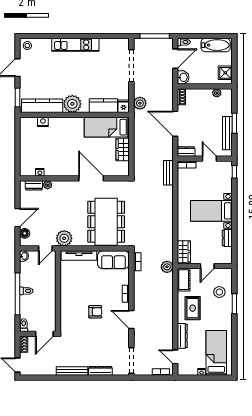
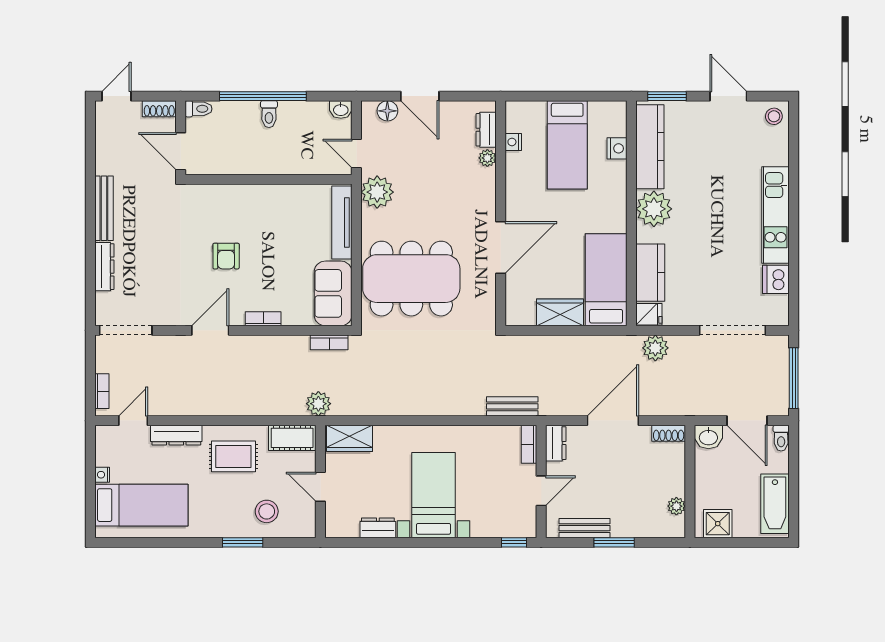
dishwasher: (107, 45) -> (776, 279), added
bench: (227, 133) -> (584, 528), width x0.73
bed: (41, 146) -> (567, 145), added

